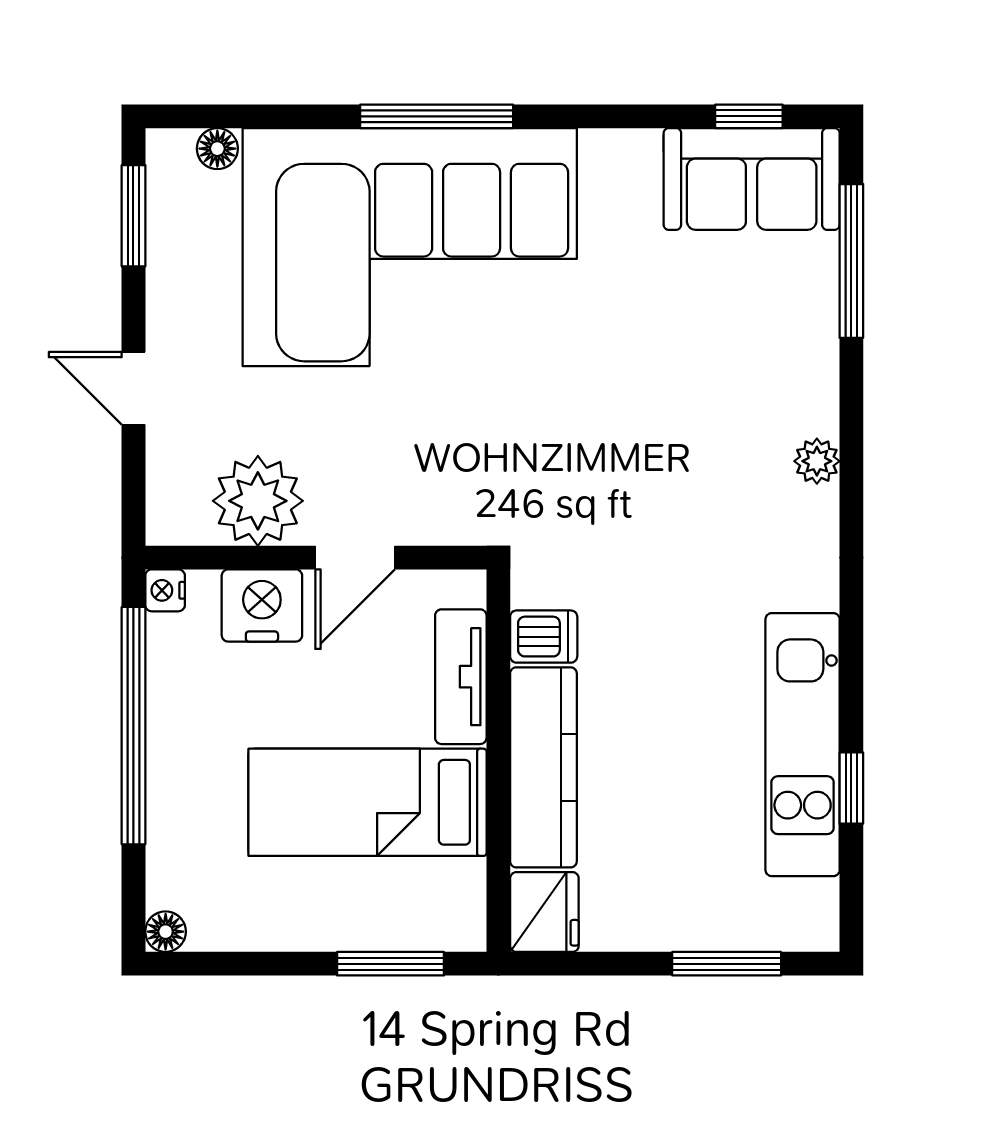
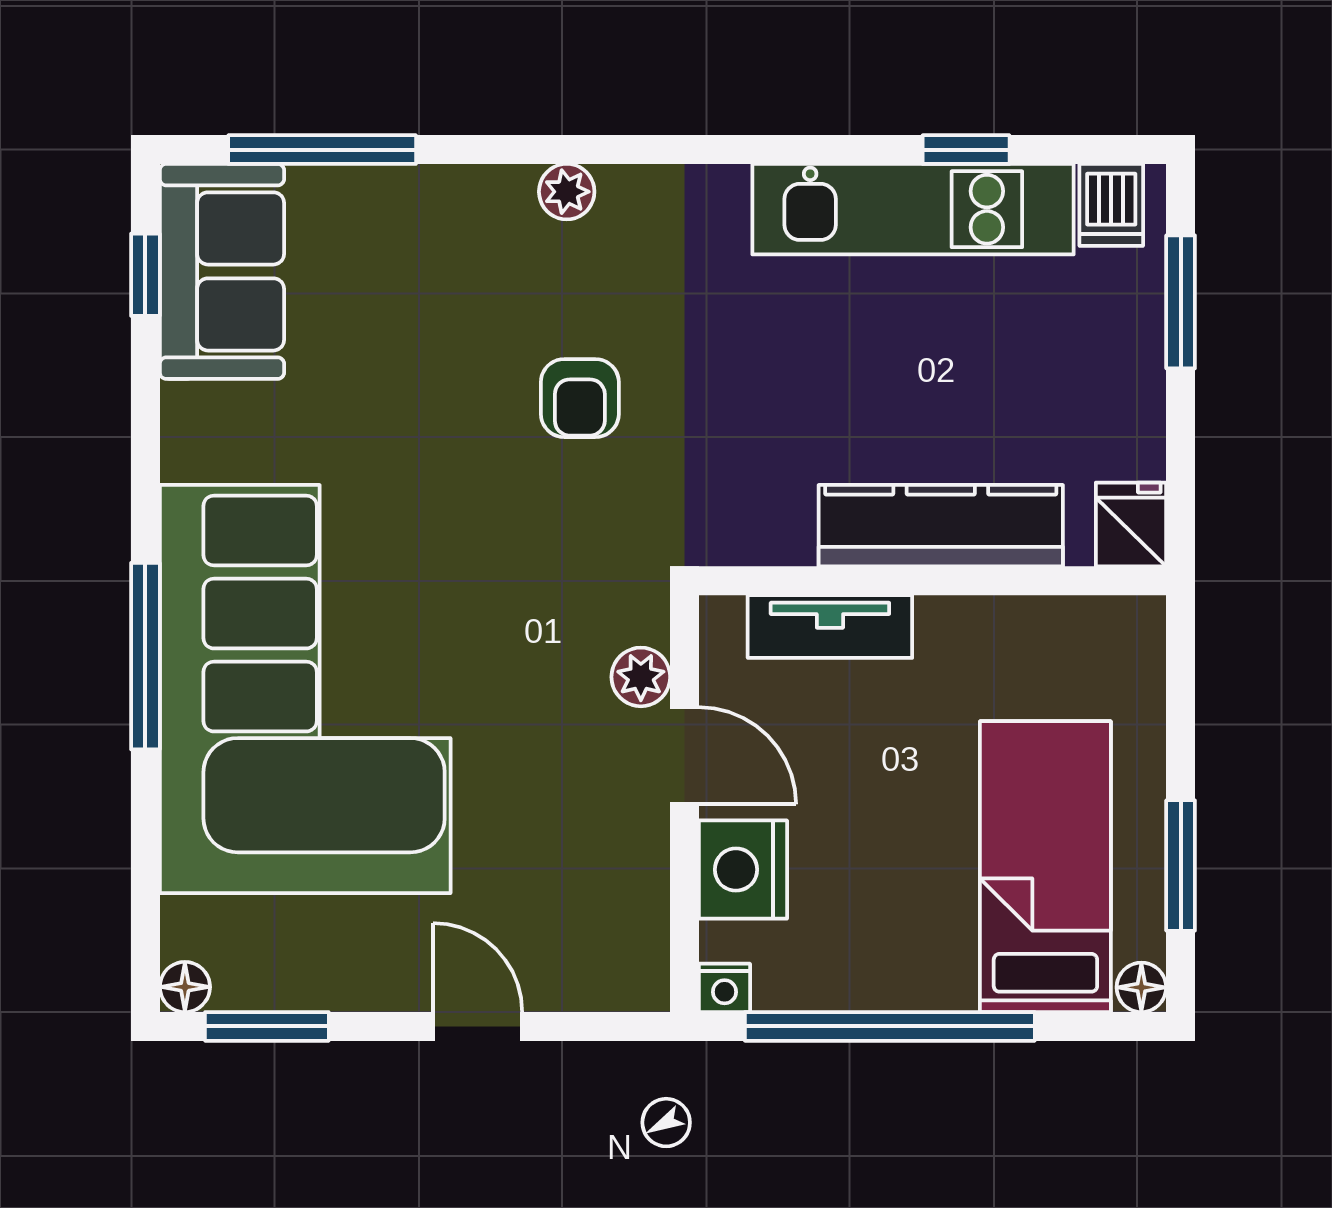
floor lamp: (217, 149) -> (185, 987), moved
door: (133, 388) -> (478, 1026), swing flipped
armchair: (648, 472) -> (580, 398), added
plant: (258, 501) -> (641, 677), moved, width x0.53, depth x0.53
dishwasher: (544, 637) -> (1111, 205), moved, turned 180
bed: (367, 802) -> (1045, 867), moved, turned 180
fridge: (544, 912) -> (1131, 524), width x0.72
window: (391, 964) -> (1181, 866), moved

